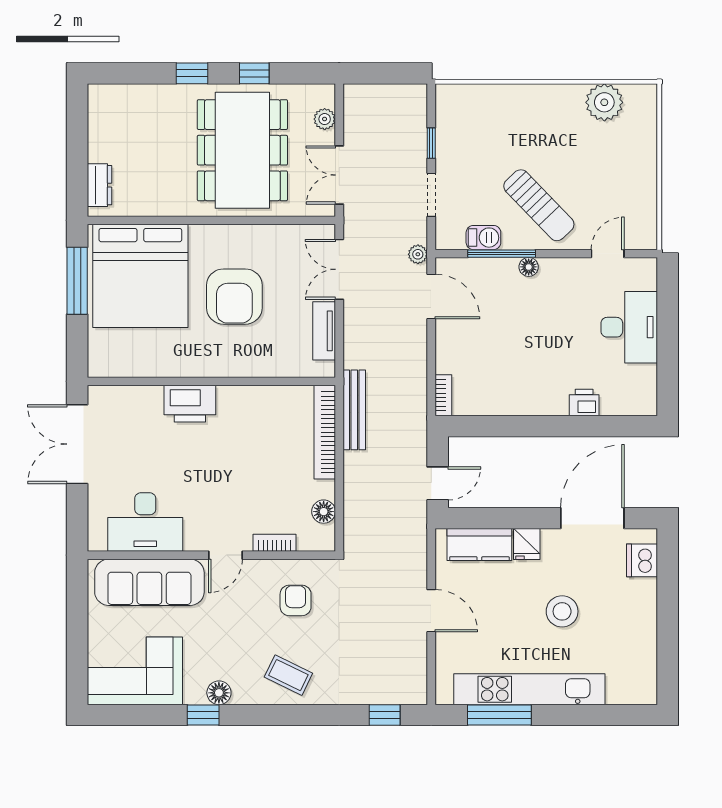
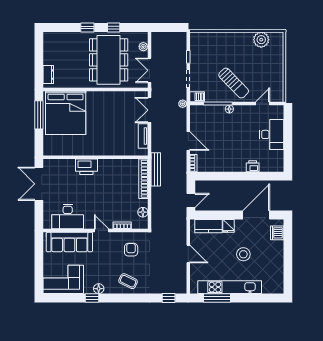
barbecue: (483, 238) -> (197, 97), moved
armchair: (234, 297) -> (105, 122), removed
door: (431, 297) -> (188, 141), moved
door: (226, 555) -> (101, 231), swing flipped

